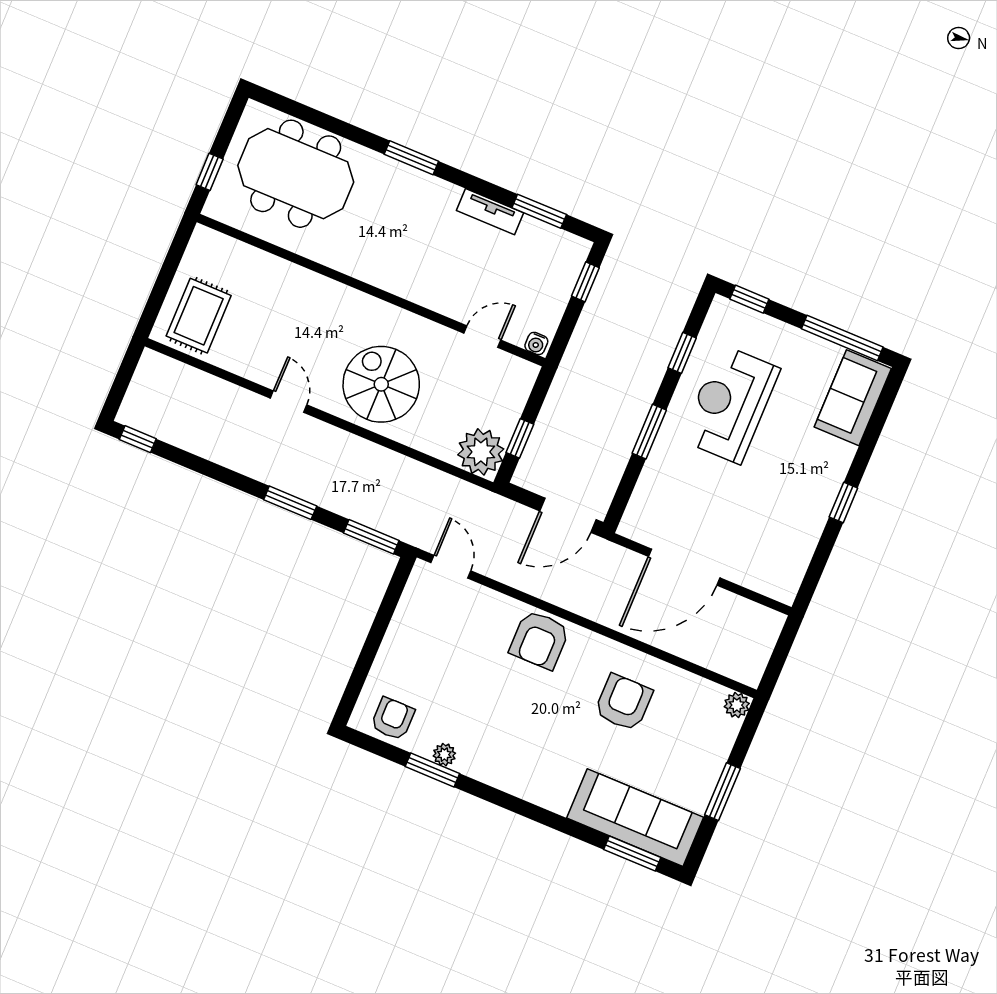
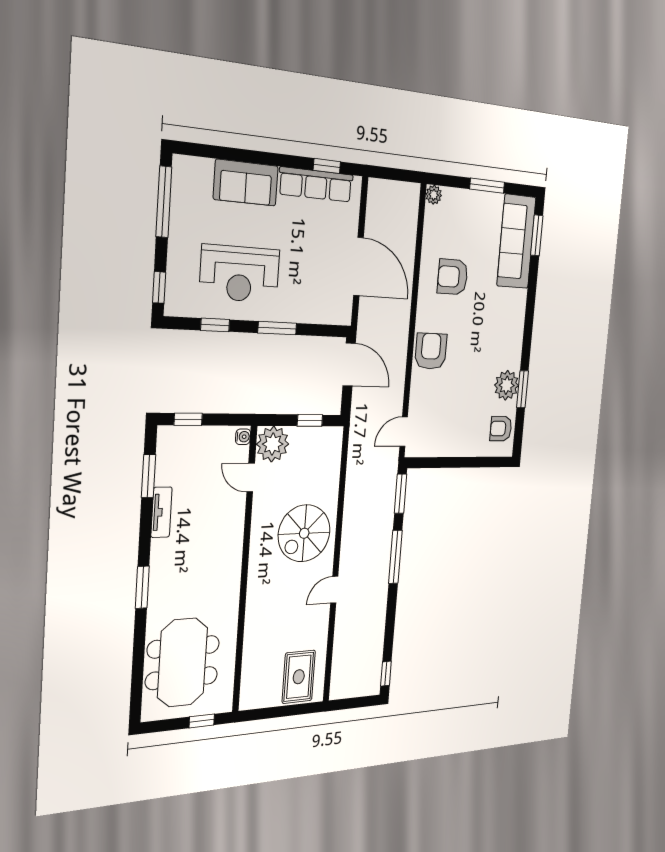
rug: (199, 316) -> (299, 677), turned 90
sofa: (853, 398) -> (246, 183), moved
plant: (481, 452) -> (273, 444), moved
window: (290, 503) -> (395, 557), width x1.44
window: (843, 503) -> (327, 166), moved
row of seats: (801, 540) -> (316, 185), added
armchair: (540, 640) -> (431, 351), turned -90
plant: (444, 755) -> (507, 385), width x1.88, depth x1.88

